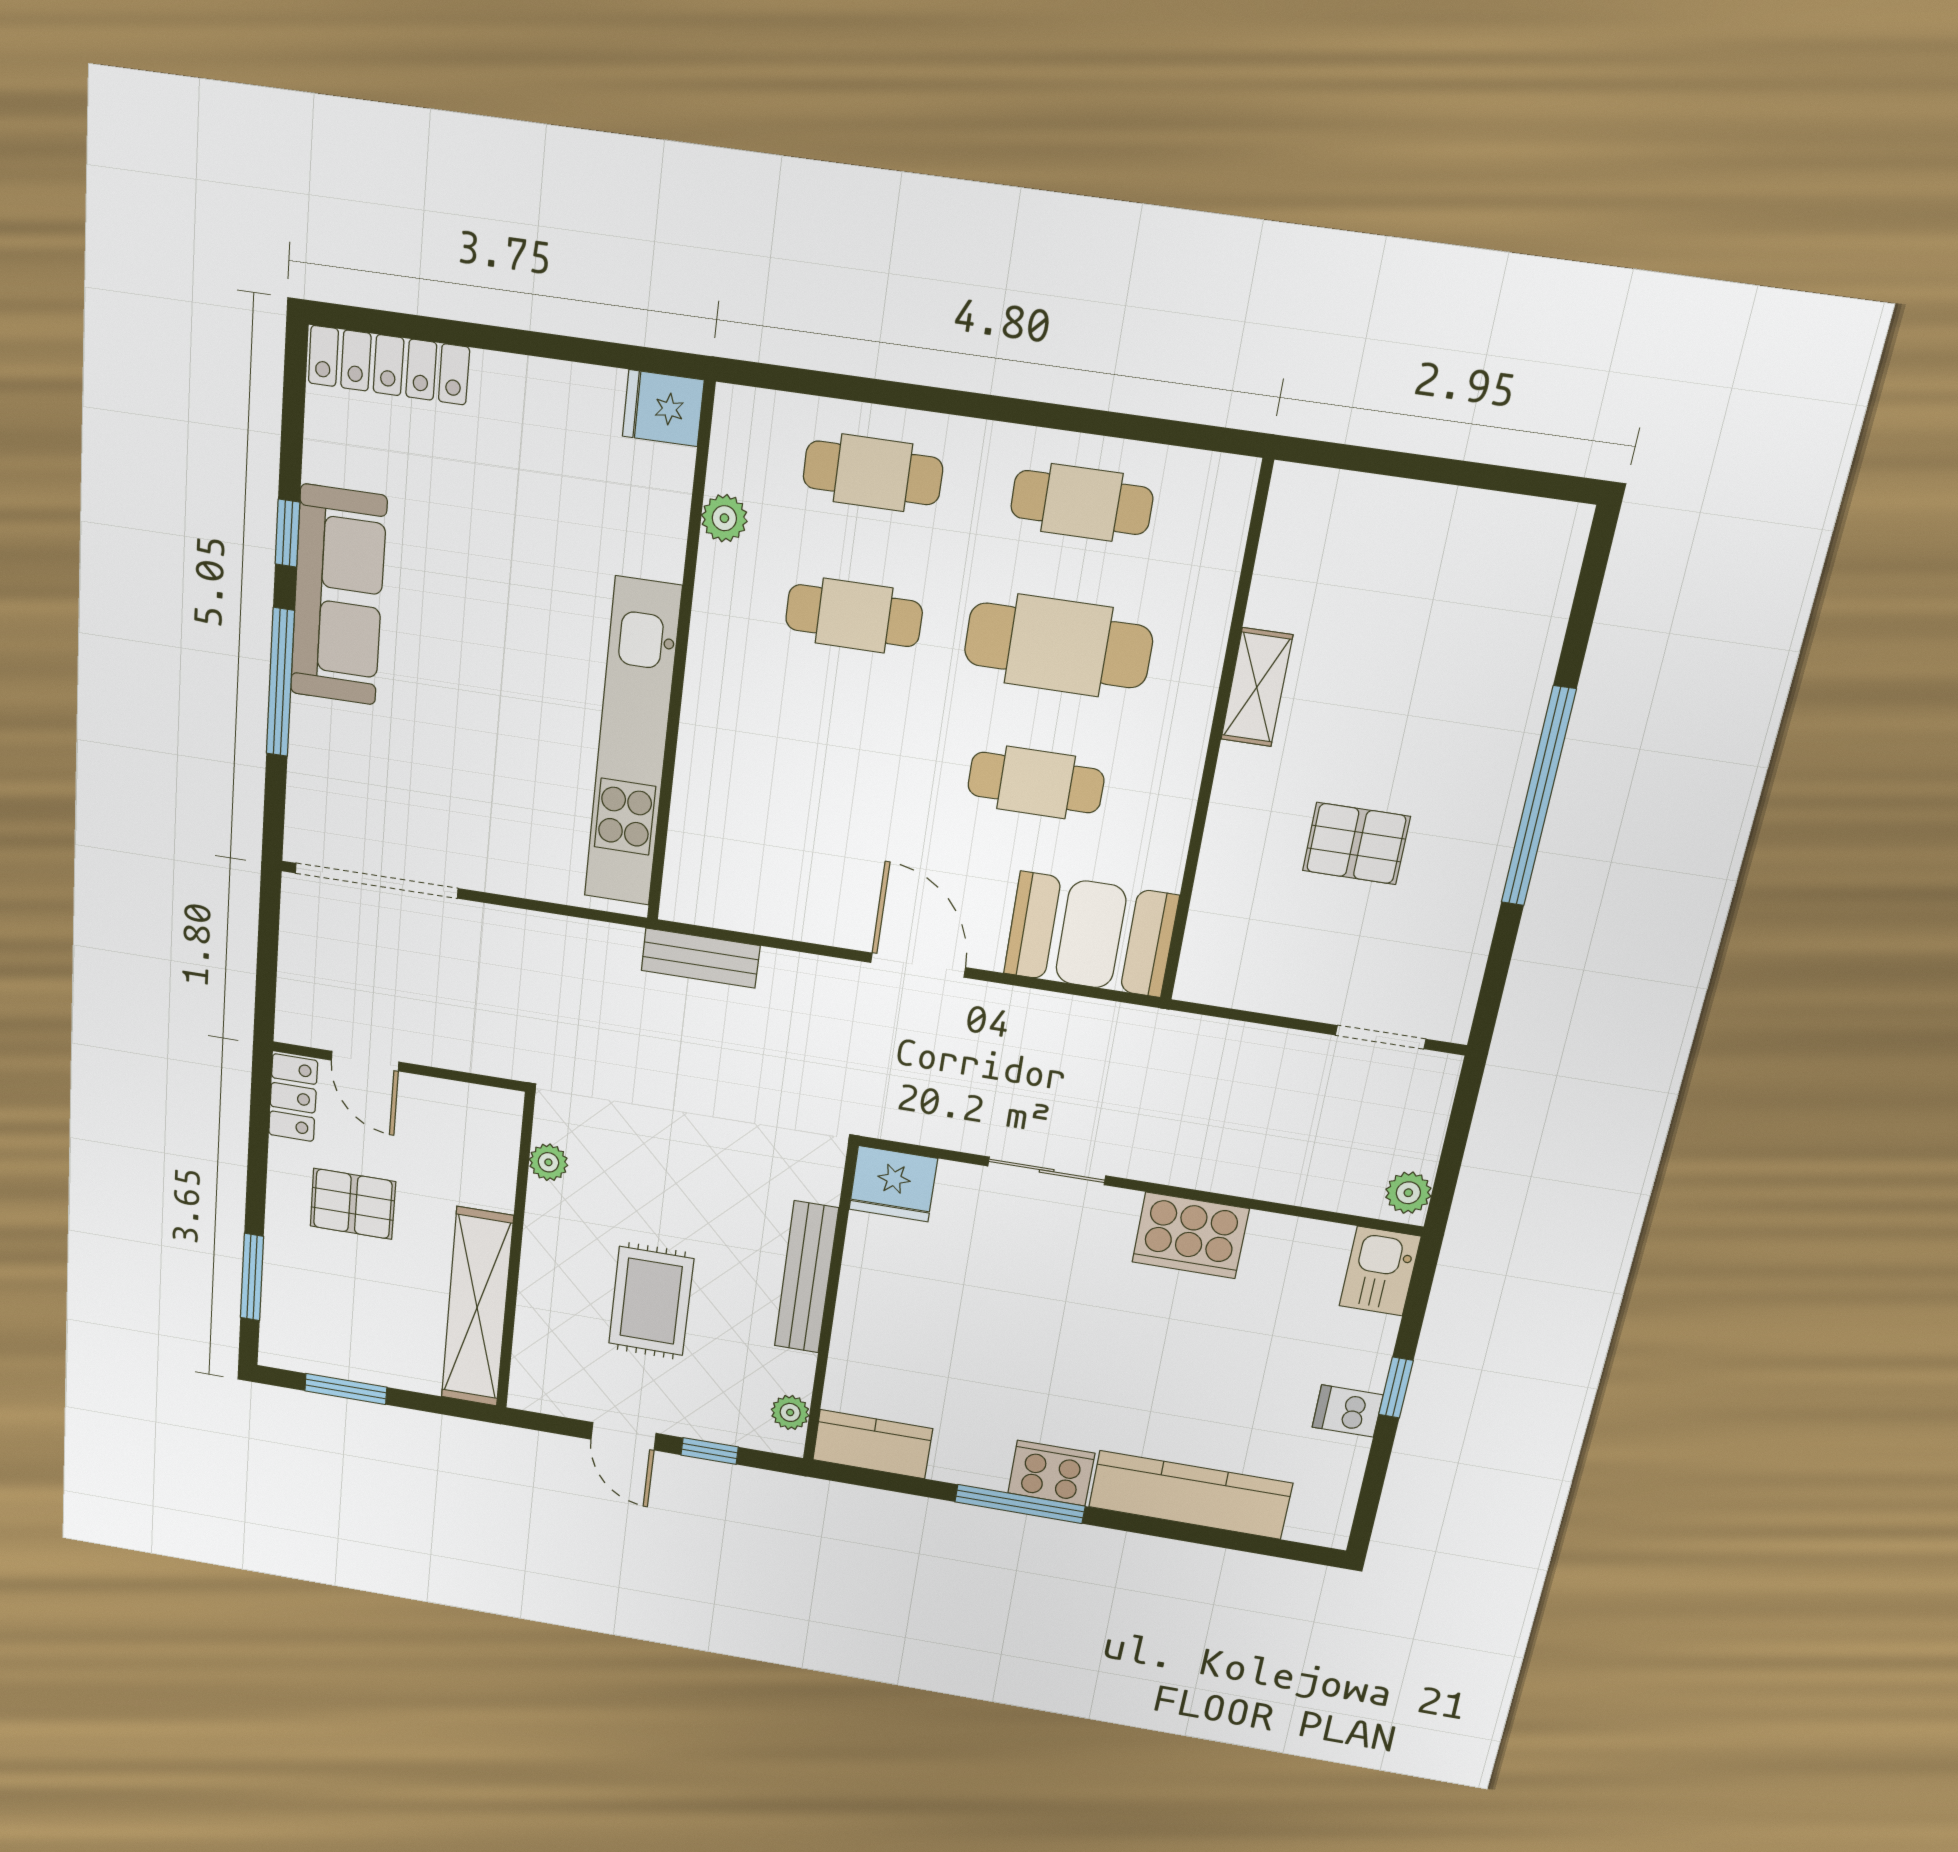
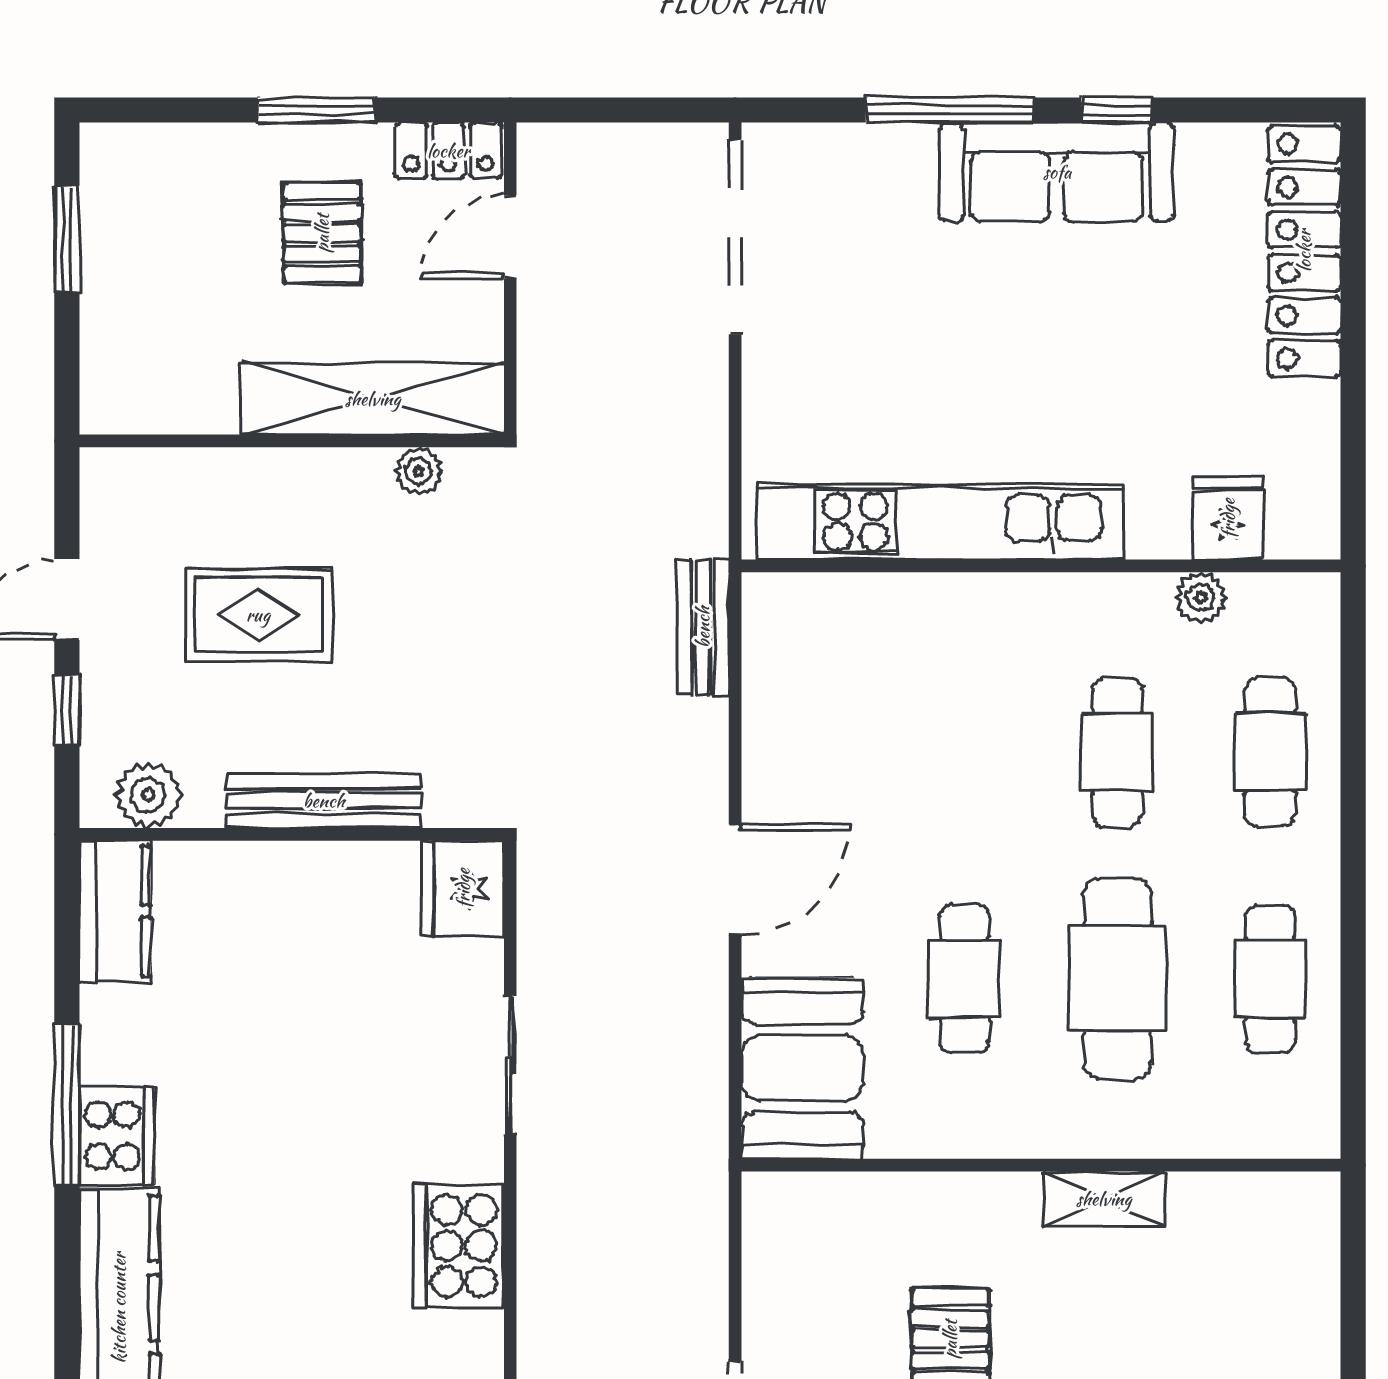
locker: (389, 365) -> (1304, 251), width x1.41, depth x1.21
fridge: (663, 408) -> (1228, 518), moved
window: (252, 1277) -> (316, 110), moved
shelving: (477, 1307) -> (373, 399), moved
plant: (790, 1412) -> (148, 795), width x1.38, depth x1.38

